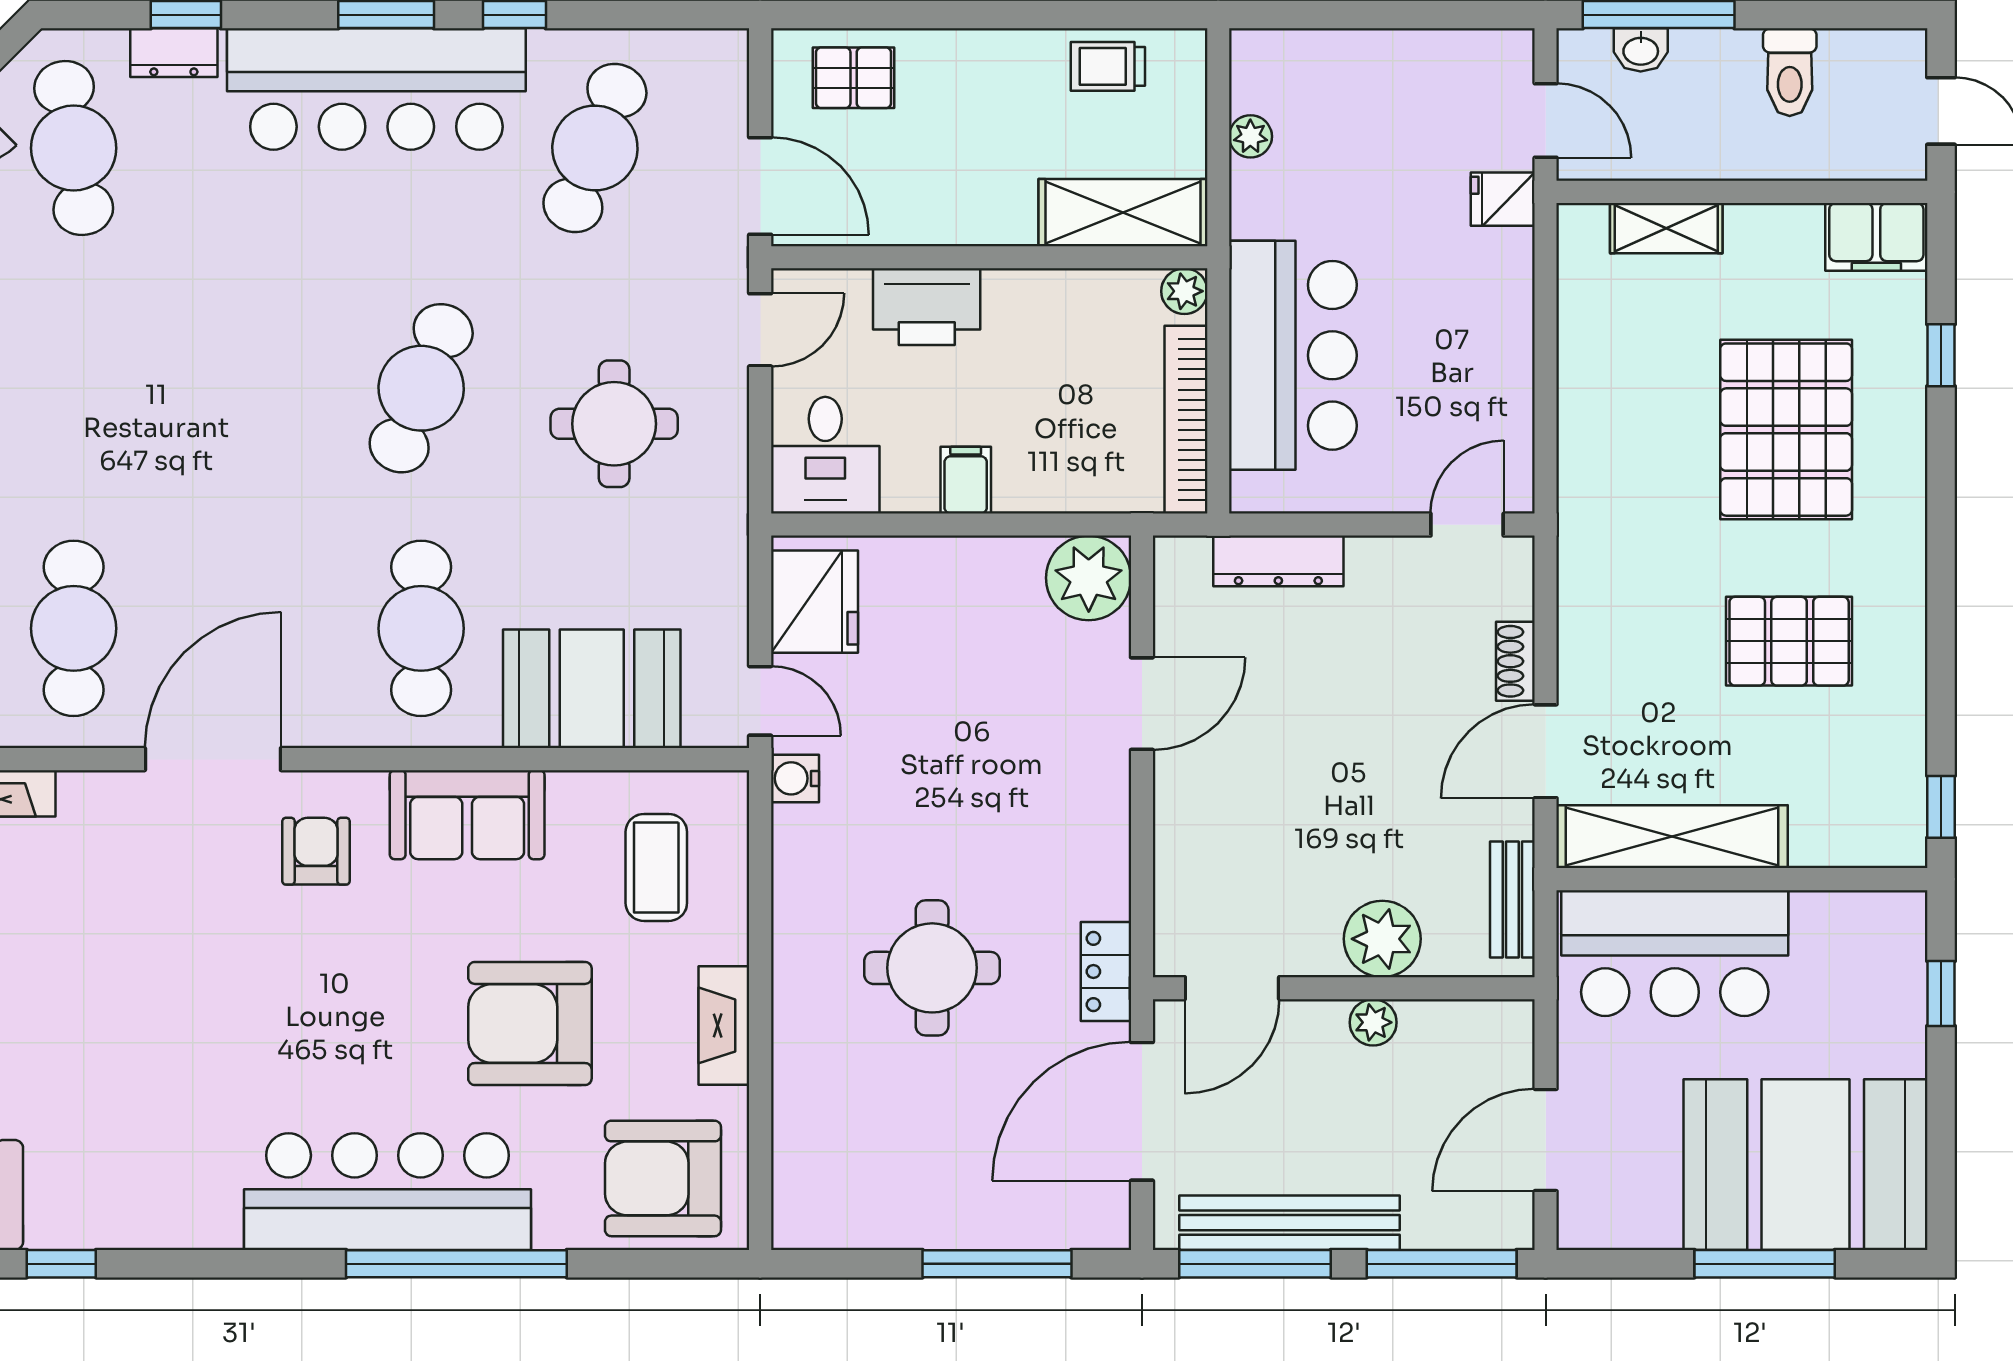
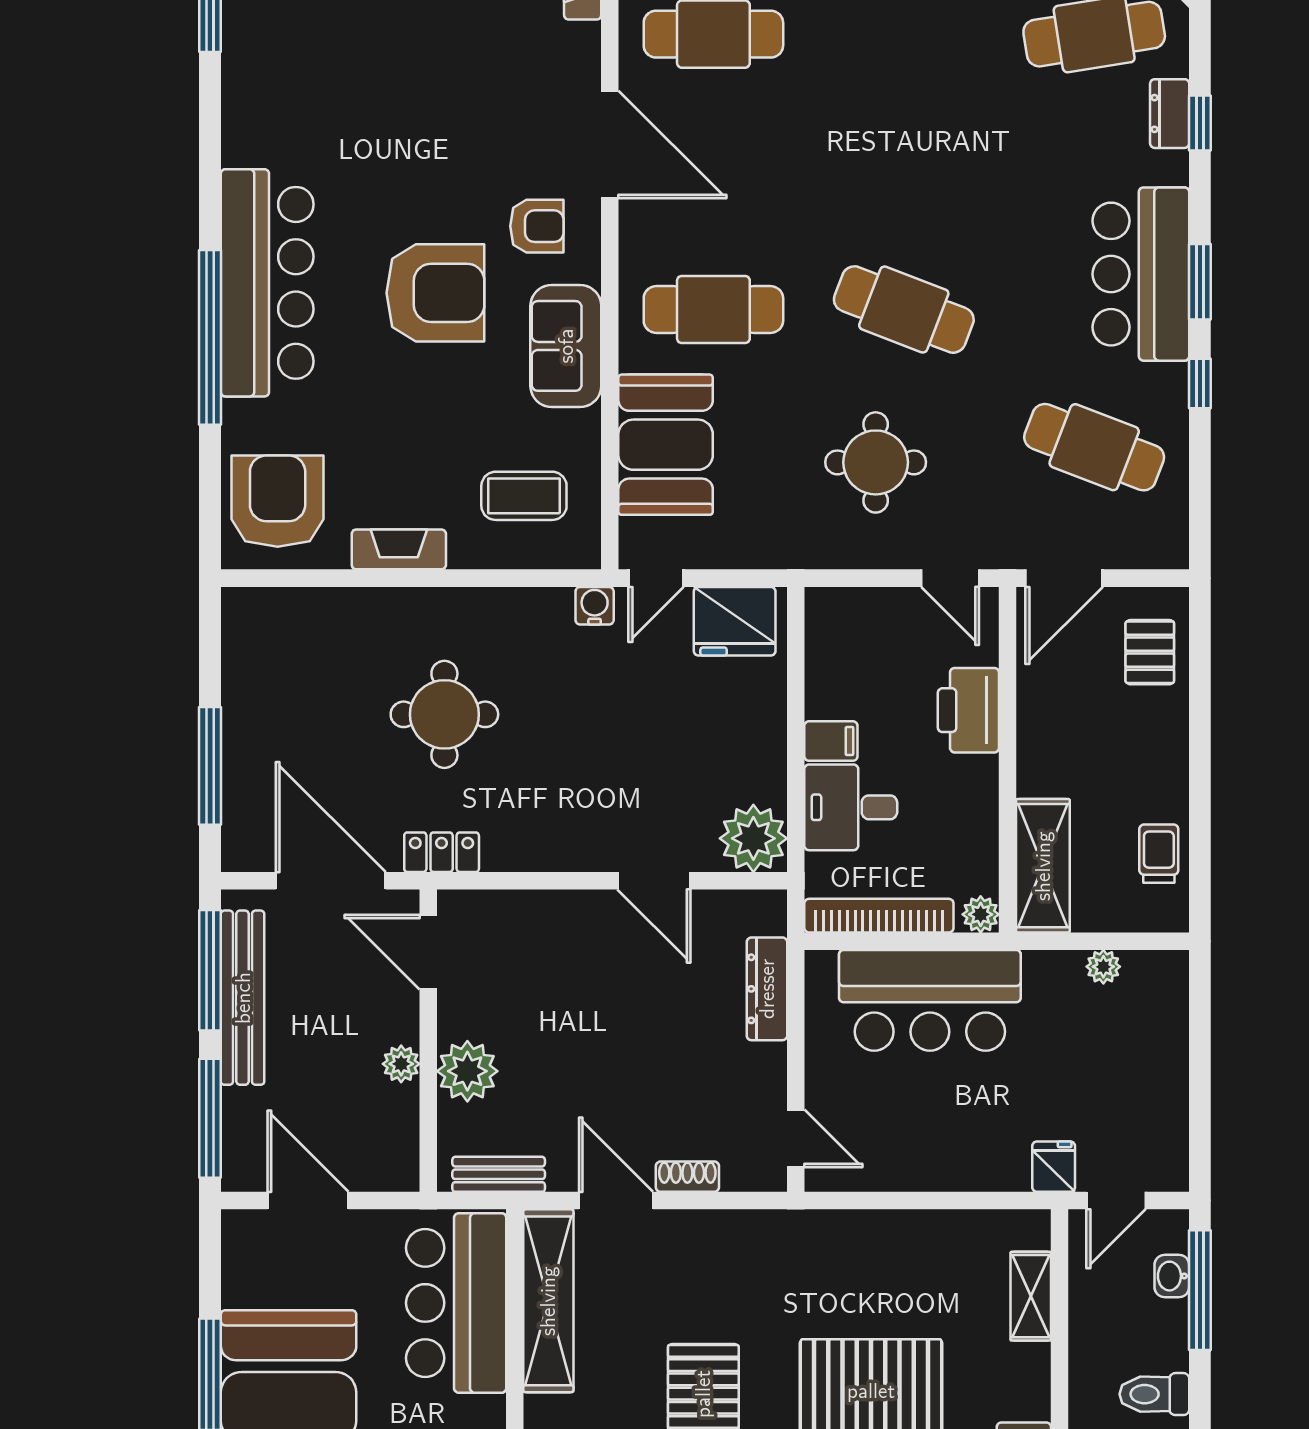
bar counter: (376, 89) -> (1141, 274), width x0.73
desk: (825, 455) -> (851, 807), moved
armchair: (530, 1023) -> (435, 293), moved, turned 90

